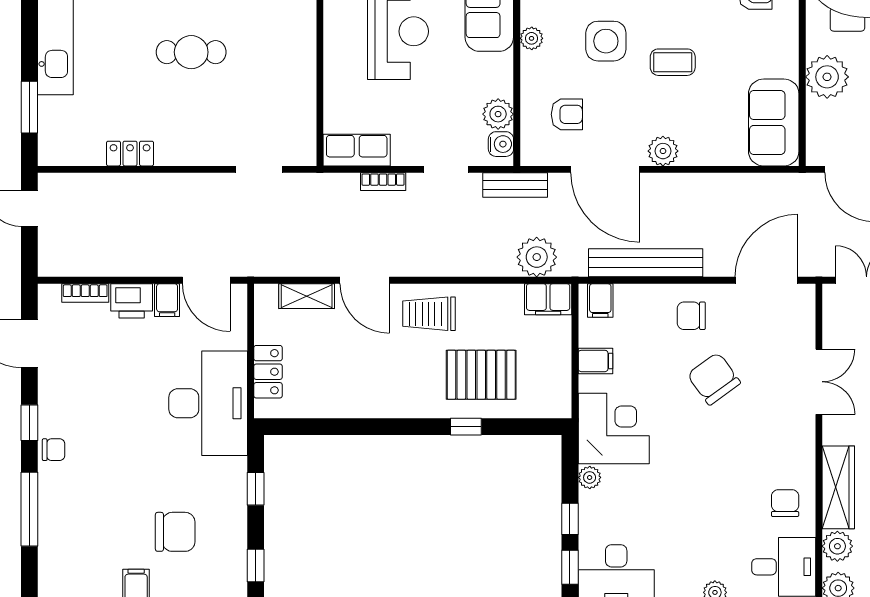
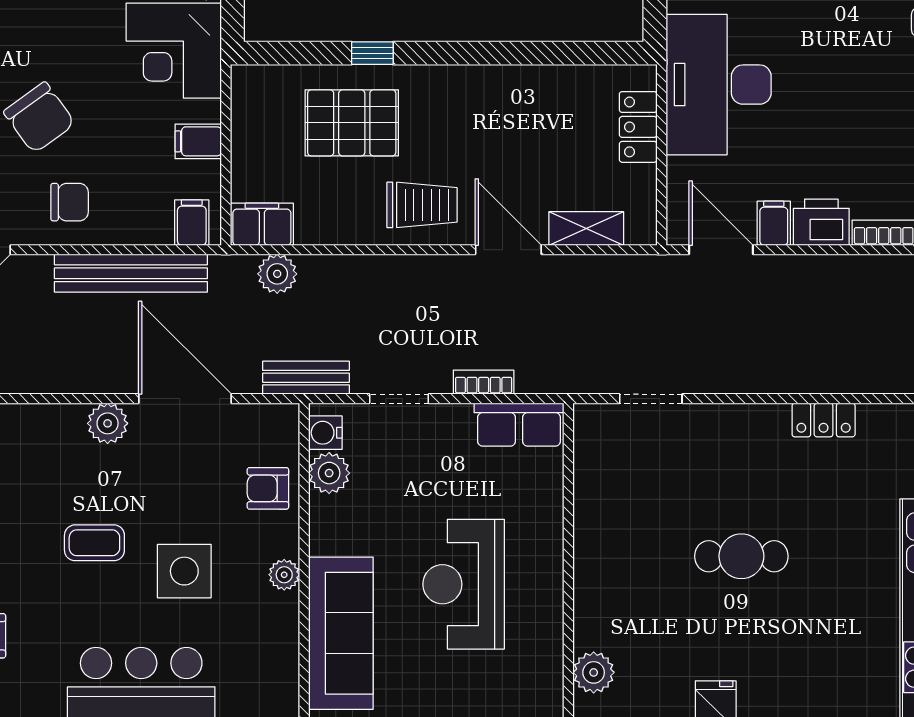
armchair: (567, 114) -> (268, 488), moved
plant: (537, 257) -> (277, 274), width x0.73, depth x0.73

